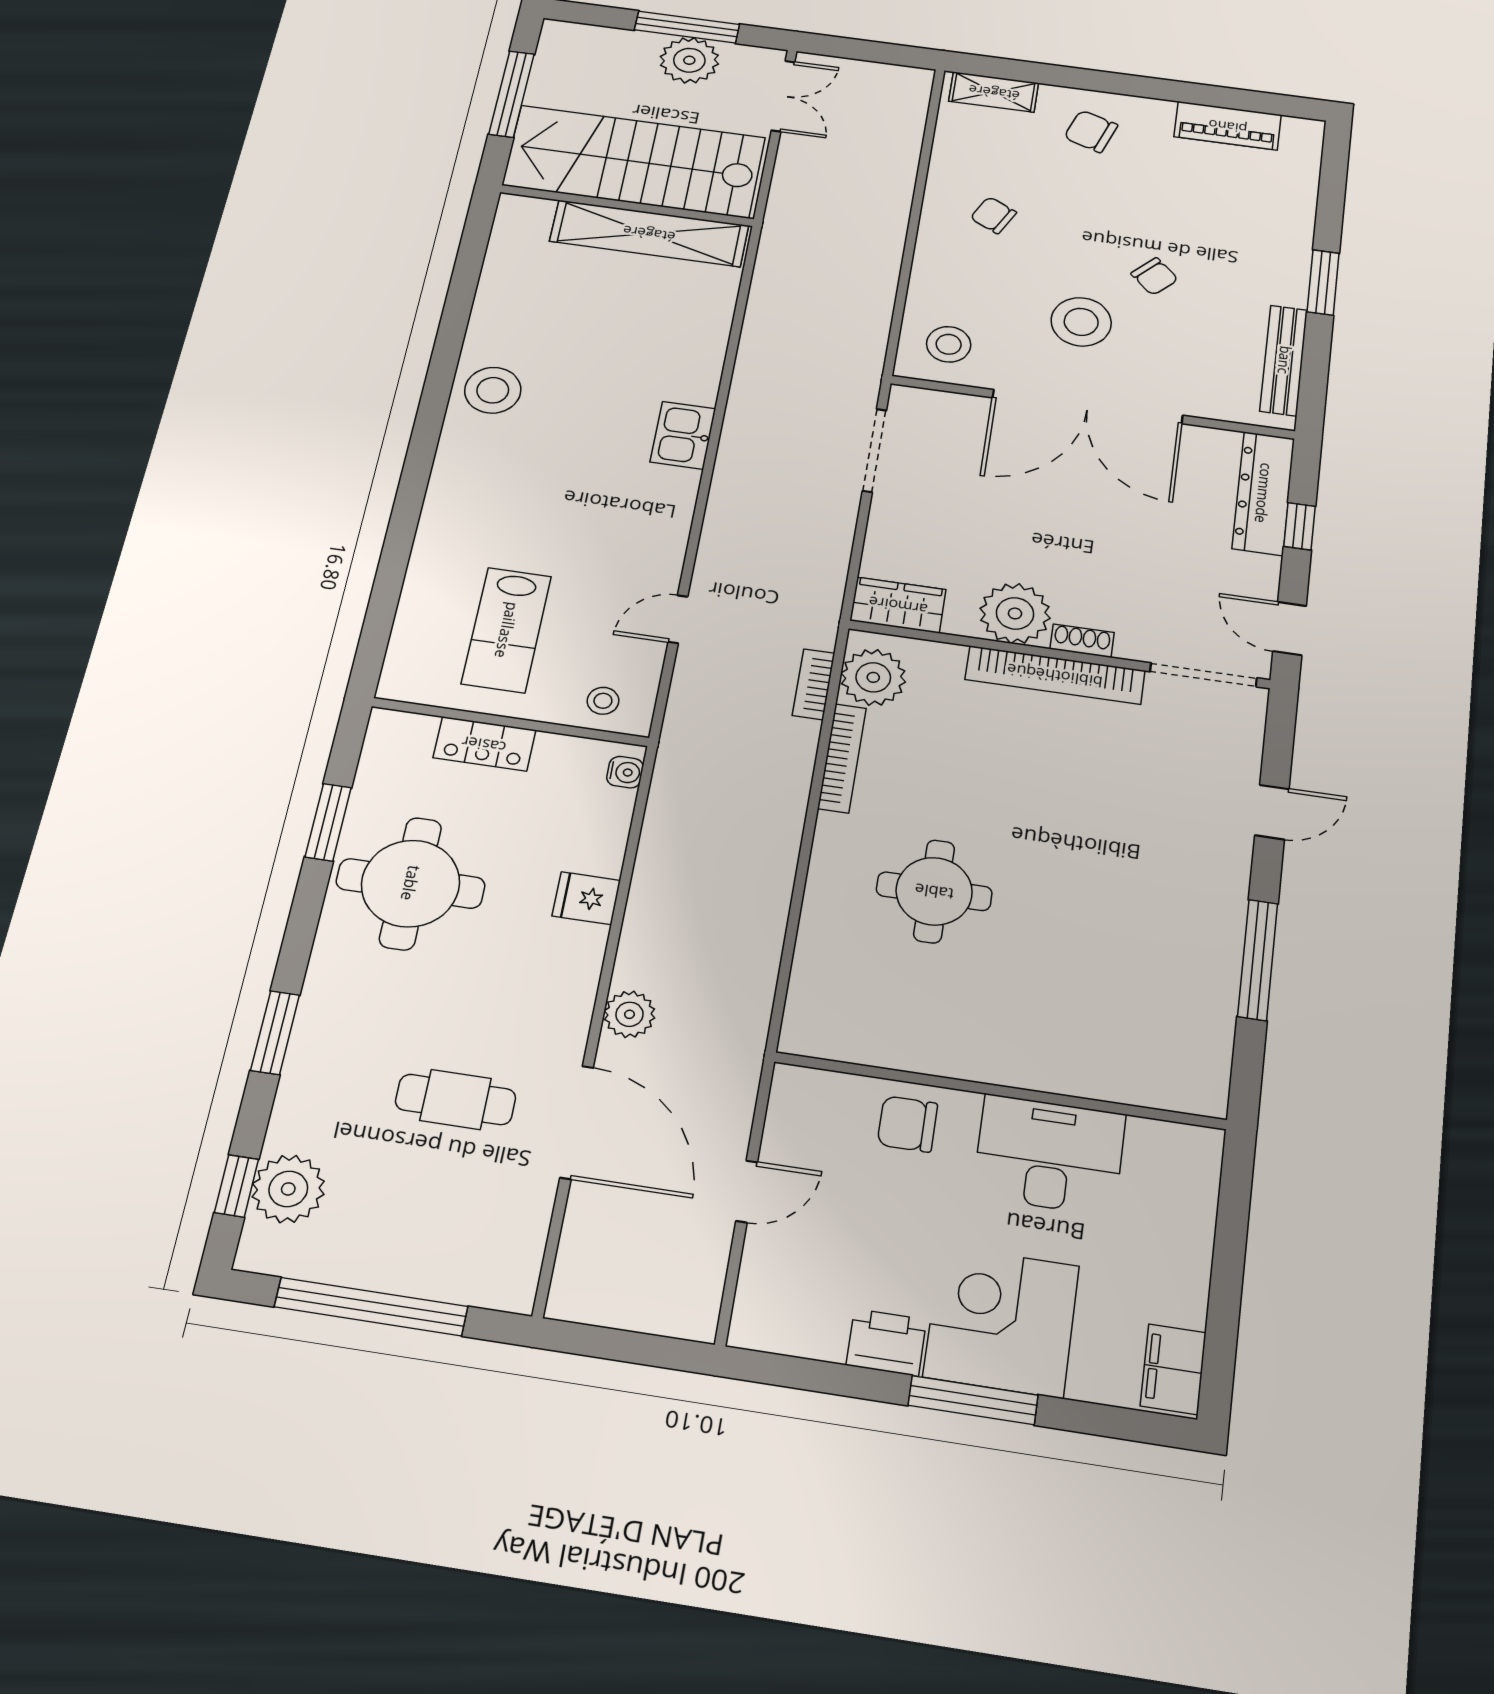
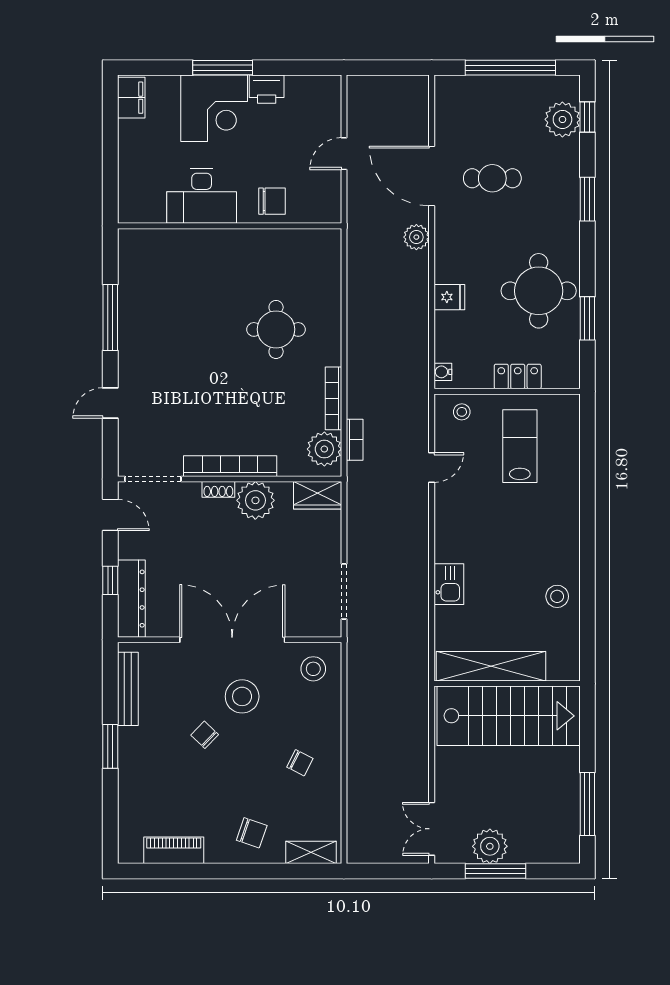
stairs: (634, 161) -> (509, 716), moved
wall: (627, 206) -> (507, 684), moved
shelving: (649, 233) -> (491, 666), moved
stool: (493, 390) -> (557, 596), width x0.73, depth x0.73

